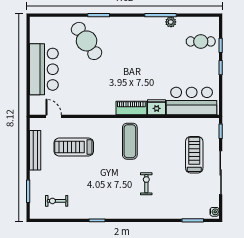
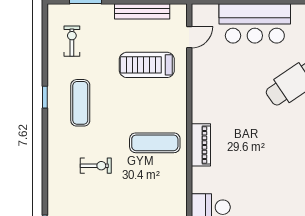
fridge: (157, 107) -> (202, 180), removed
treadmill: (74, 147) -> (147, 65), turned -90
exercise mat: (101, 195) -> (80, 103), added

